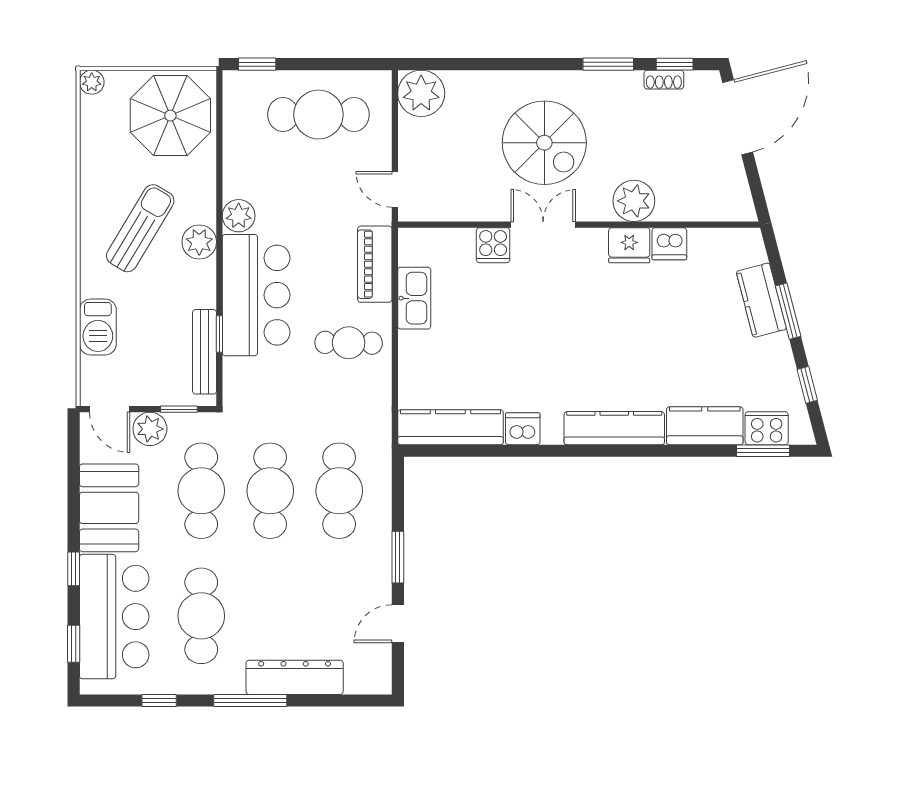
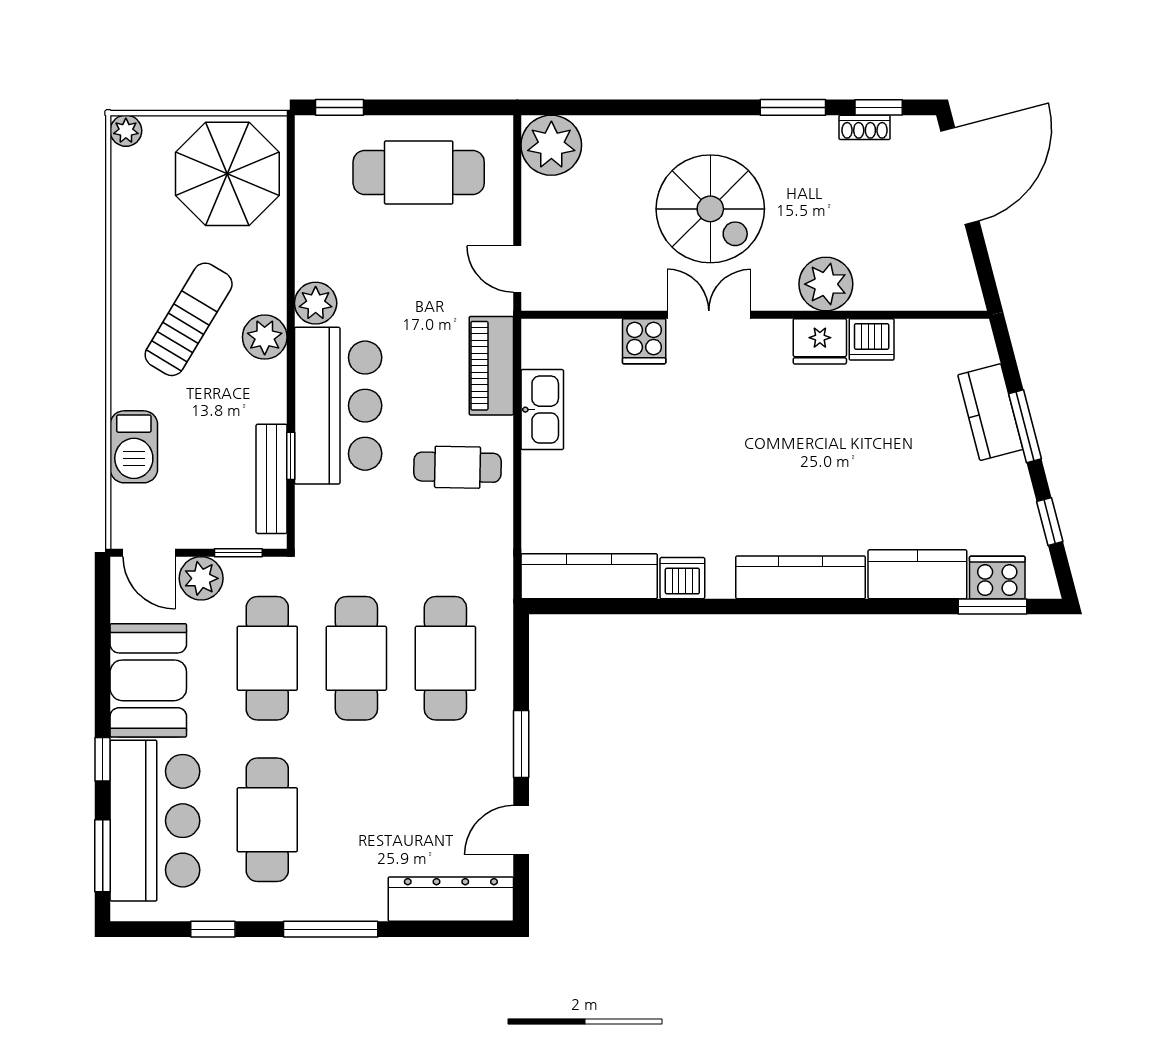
window: (74, 644) -> (103, 856), width x1.50
dresser: (295, 677) -> (451, 899), moved

